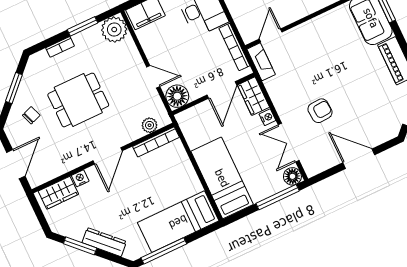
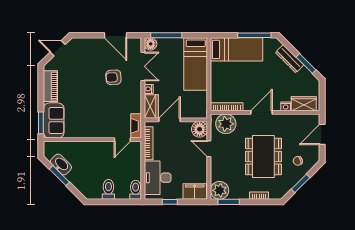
window: (83, 26) -> (229, 202), moved
dining table: (78, 100) -> (263, 156), width x1.38
plant: (150, 125) -> (226, 124), width x1.87, depth x1.87
door: (359, 159) -> (115, 35), moved

